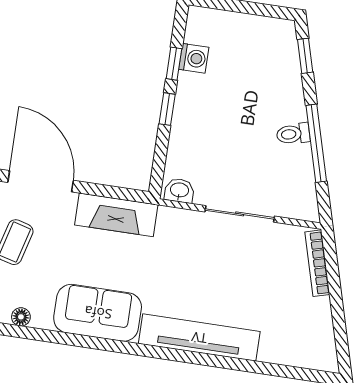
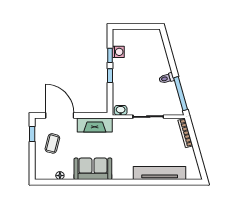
window: (305, 56) -> (167, 44), removed
window: (316, 143) -> (181, 94), moved
tv unit: (199, 338) -> (160, 173), moved

